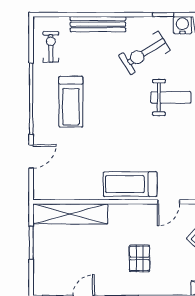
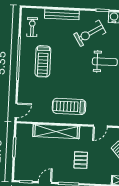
door: (31, 156) -> (16, 110), moved
treadmill: (130, 184) -> (69, 106), moved
shelving: (70, 214) -> (56, 131), moved

